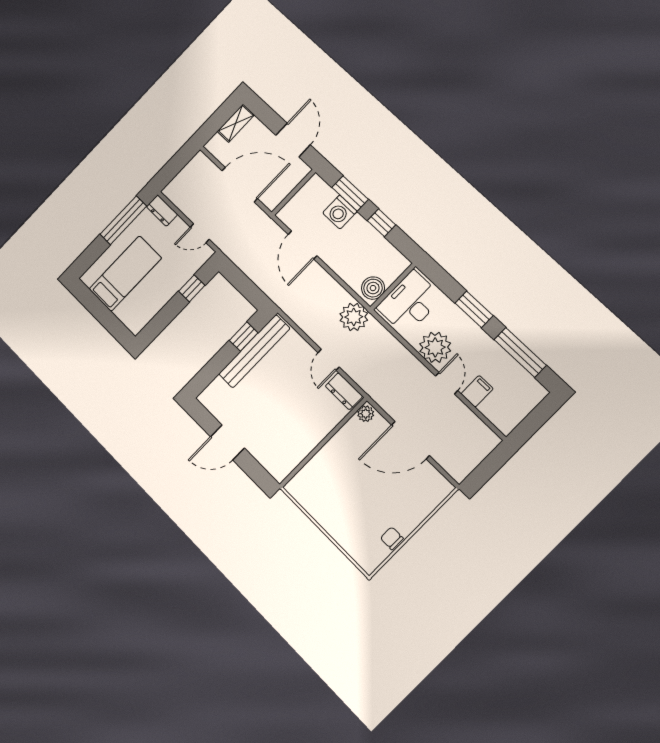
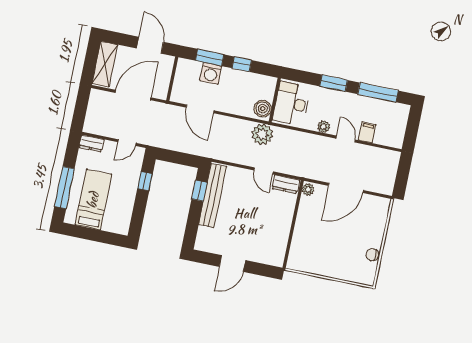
shelving: (236, 123) -> (105, 64), width x1.50, depth x1.33
window: (123, 220) -> (64, 188), moved
plant: (435, 347) -> (324, 127), width x0.53, depth x0.53

